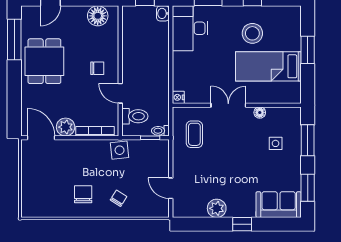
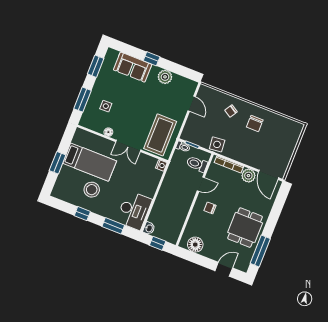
door: (120, 93) -> (201, 184), hinge flipped
coffee table: (194, 134) -> (160, 135), width x1.86, depth x1.72
sofa: (279, 205) -> (133, 67), moved

